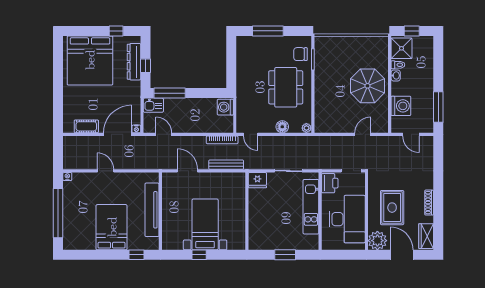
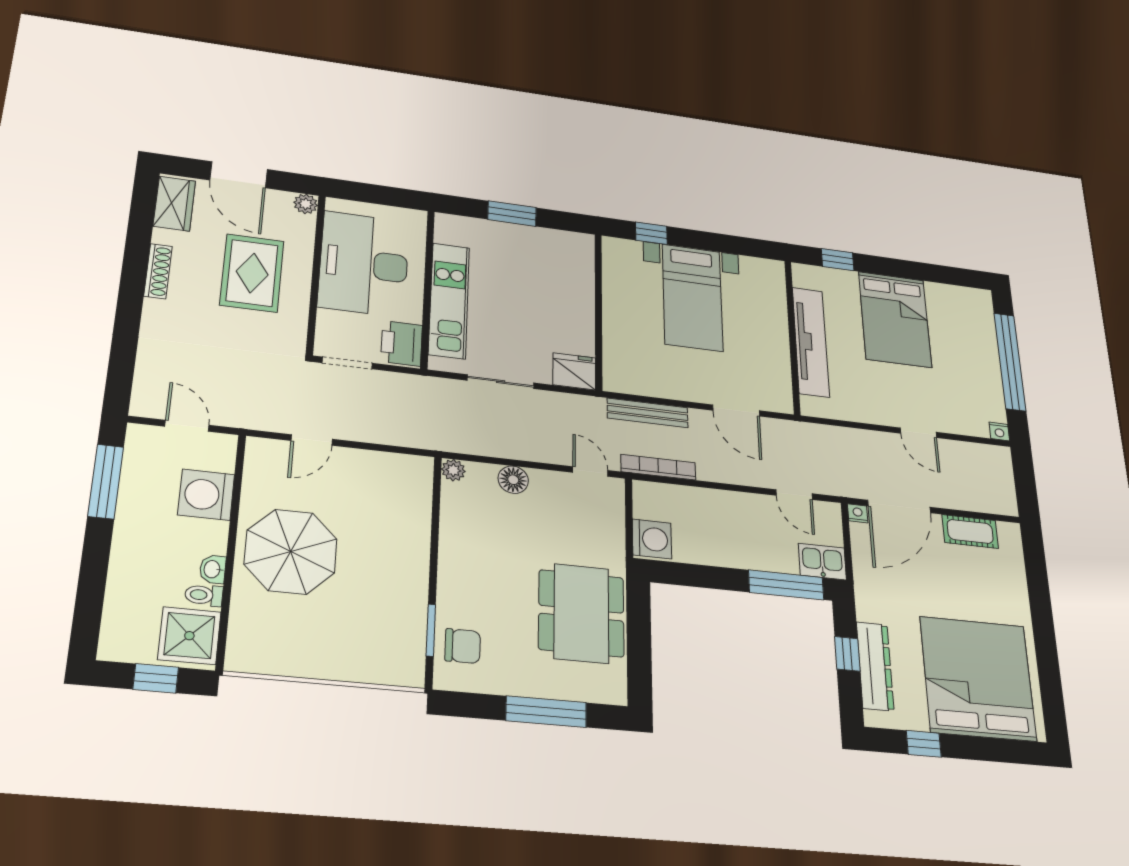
dining table: (286, 87) -> (581, 613), moved
plant: (377, 241) -> (306, 204), width x0.53, depth x0.53
window: (199, 255) -> (651, 233), moved

